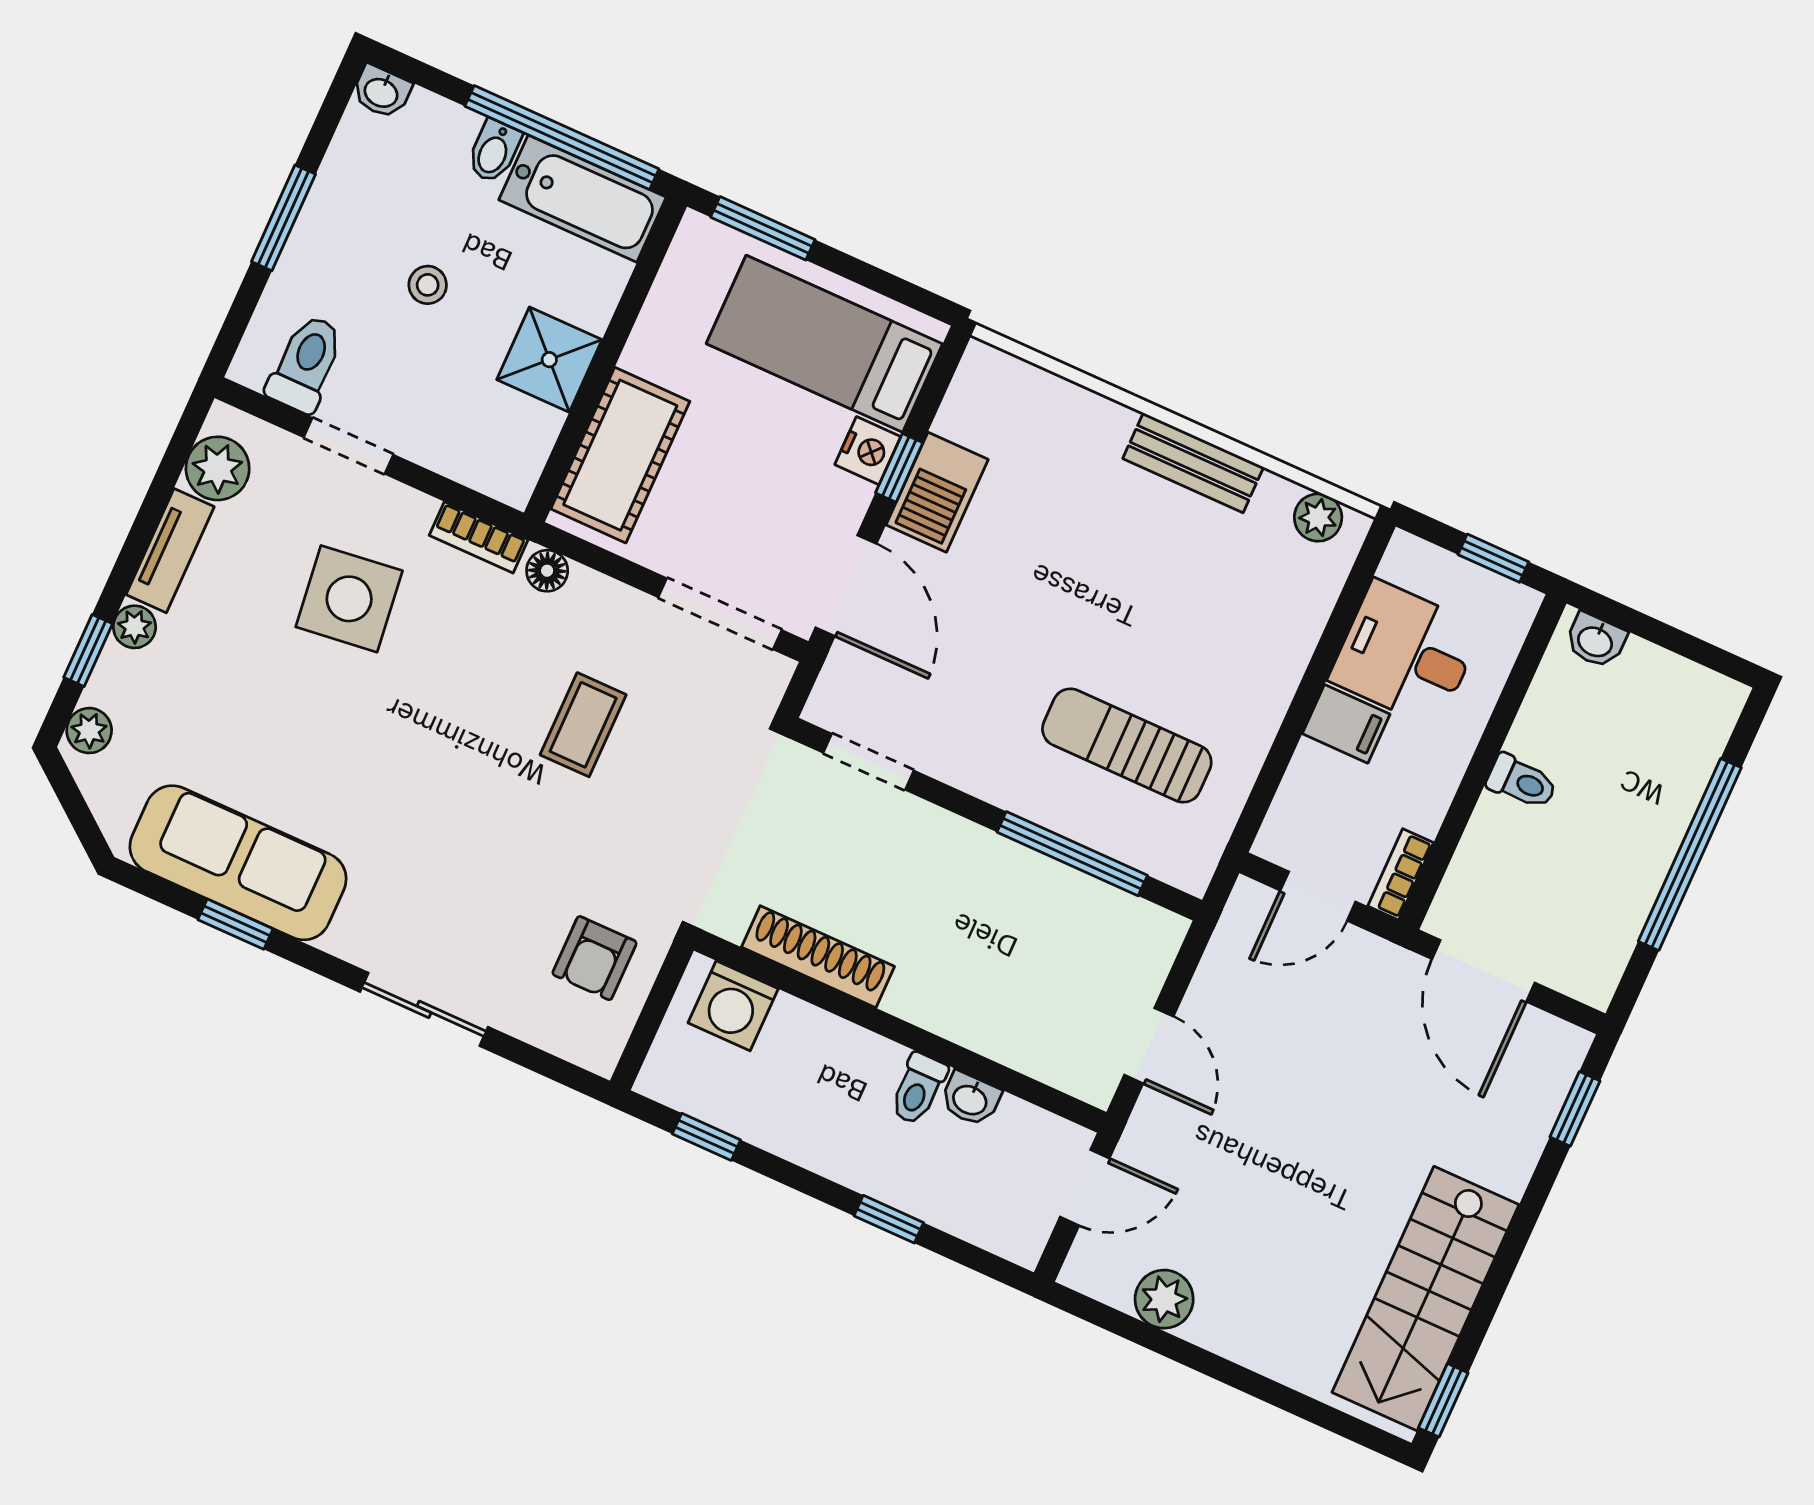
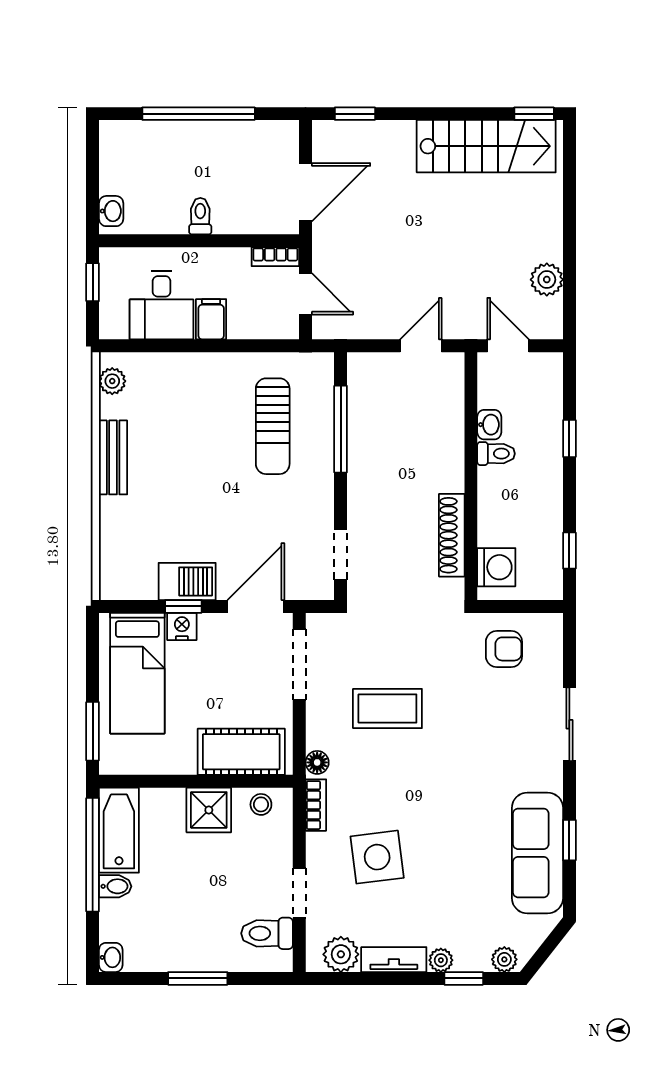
stool: (428, 285) -> (261, 804), moved
coffee table: (583, 725) -> (387, 709), width x1.36, depth x1.30

